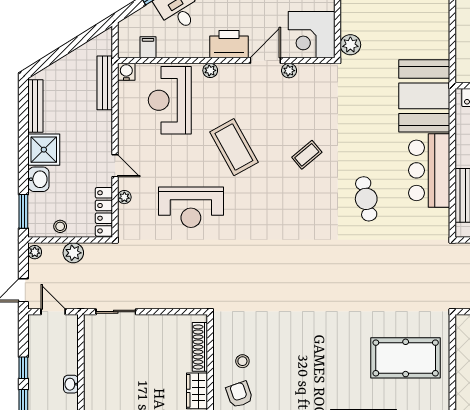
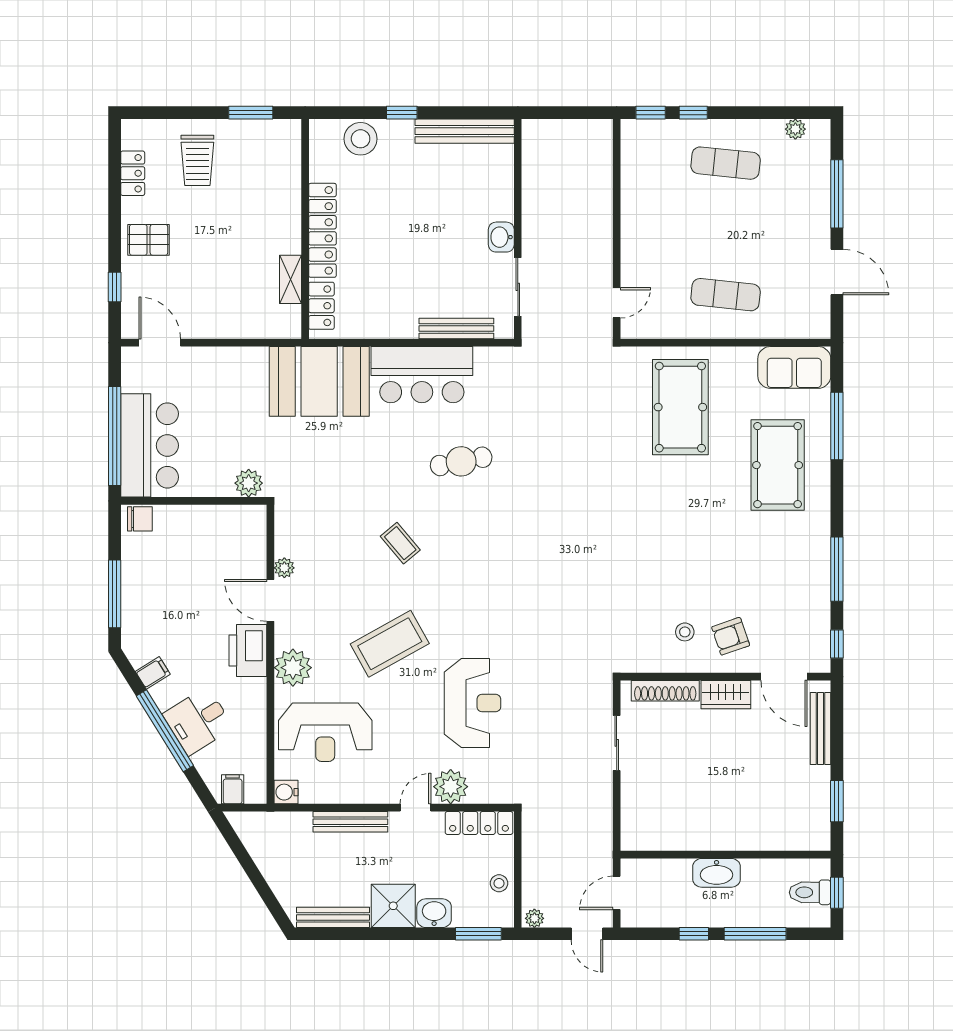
corner desk: (312, 35) -> (235, 537), removed
filing cabinet: (148, 47) -> (233, 789), moved, turned 90
plant: (210, 70) -> (293, 668), width x1.87, depth x1.87
bench: (105, 83) -> (350, 822), moved
plant: (124, 197) -> (451, 787), width x1.87, depth x1.87
plant: (73, 253) -> (535, 865), removed
sliding door: (116, 312) -> (617, 743), moved
washbasin: (71, 384) -> (717, 873), width x1.91, depth x1.45

